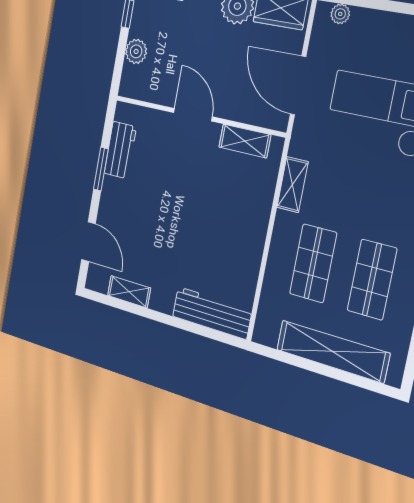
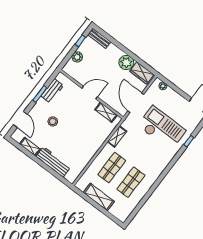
door: (193, 115) -> (90, 93), hinge flipped
stool: (149, 216) -> (53, 121), added
workbench: (212, 313) -> (53, 162), moved
shelving: (332, 351) -> (99, 197), width x0.68

